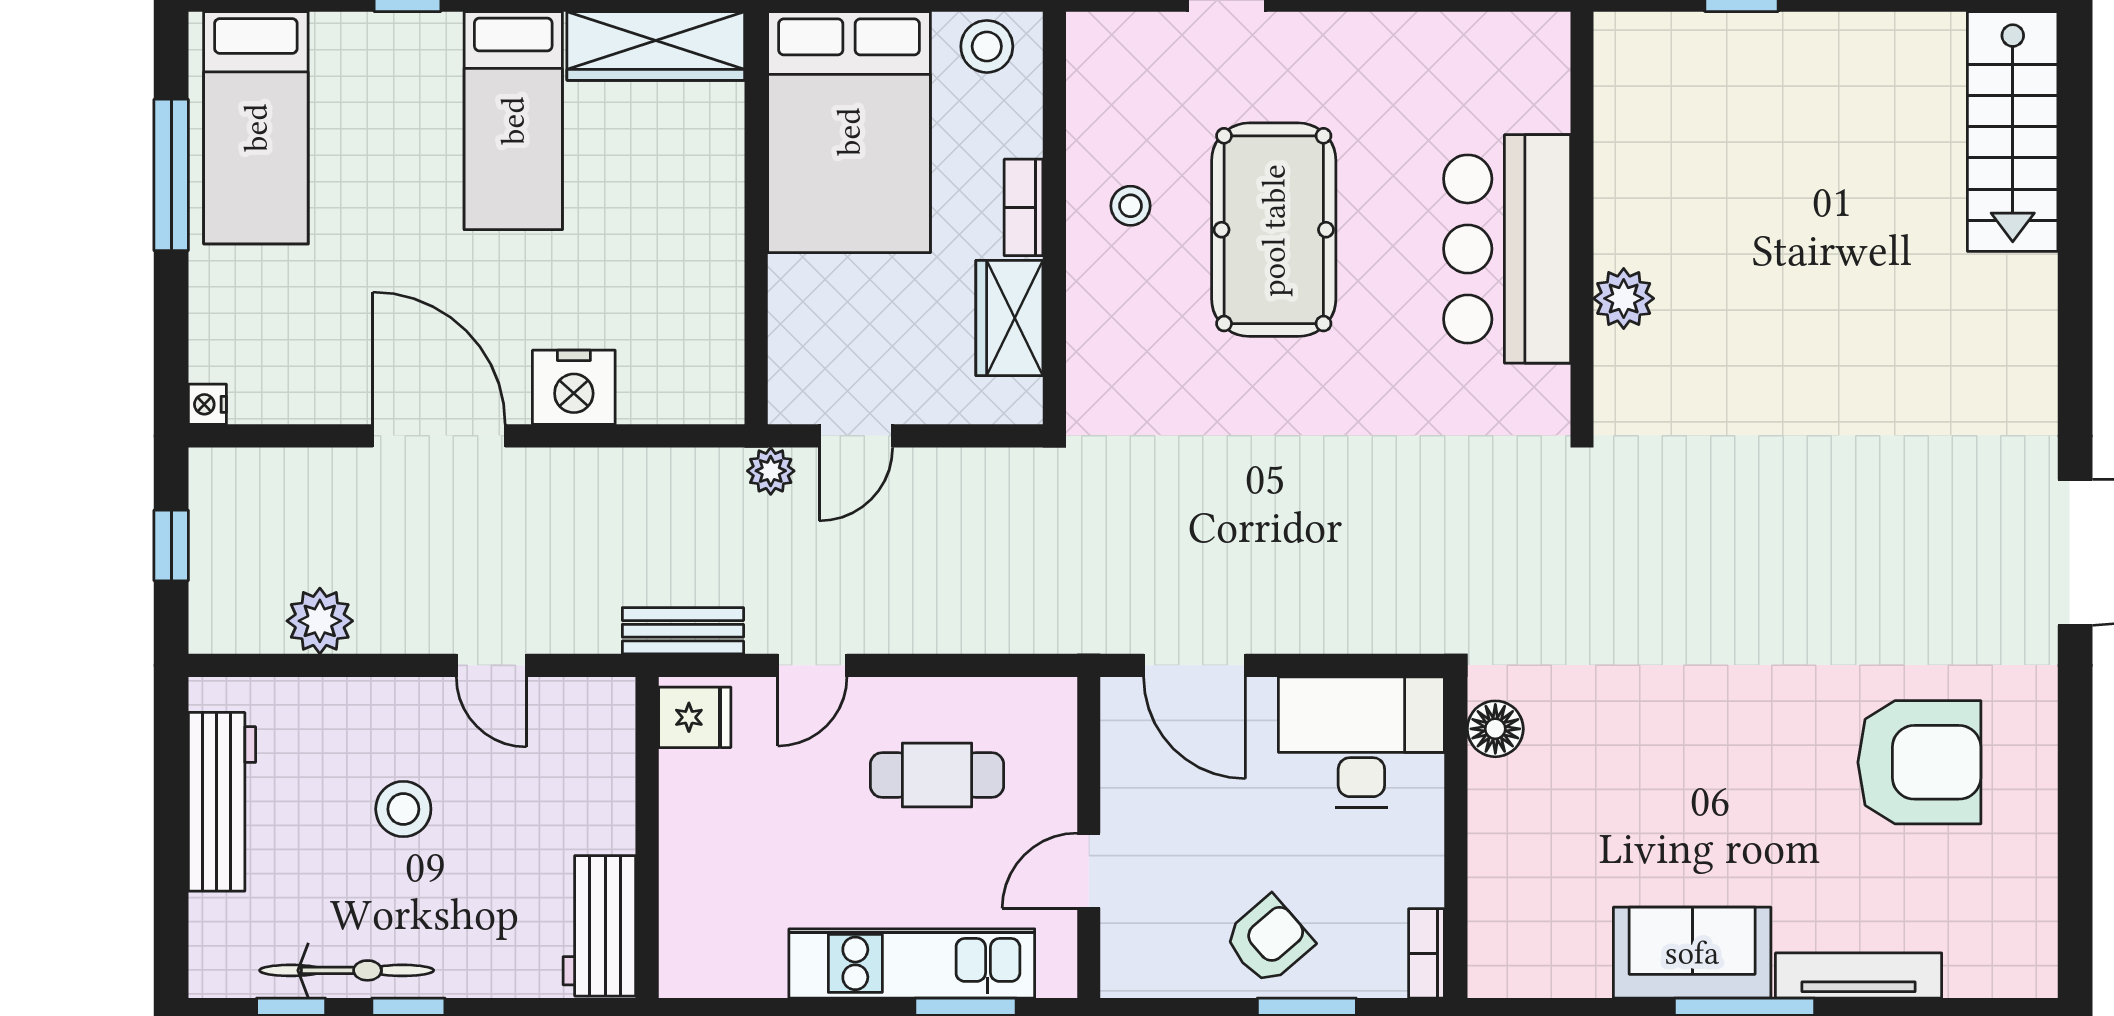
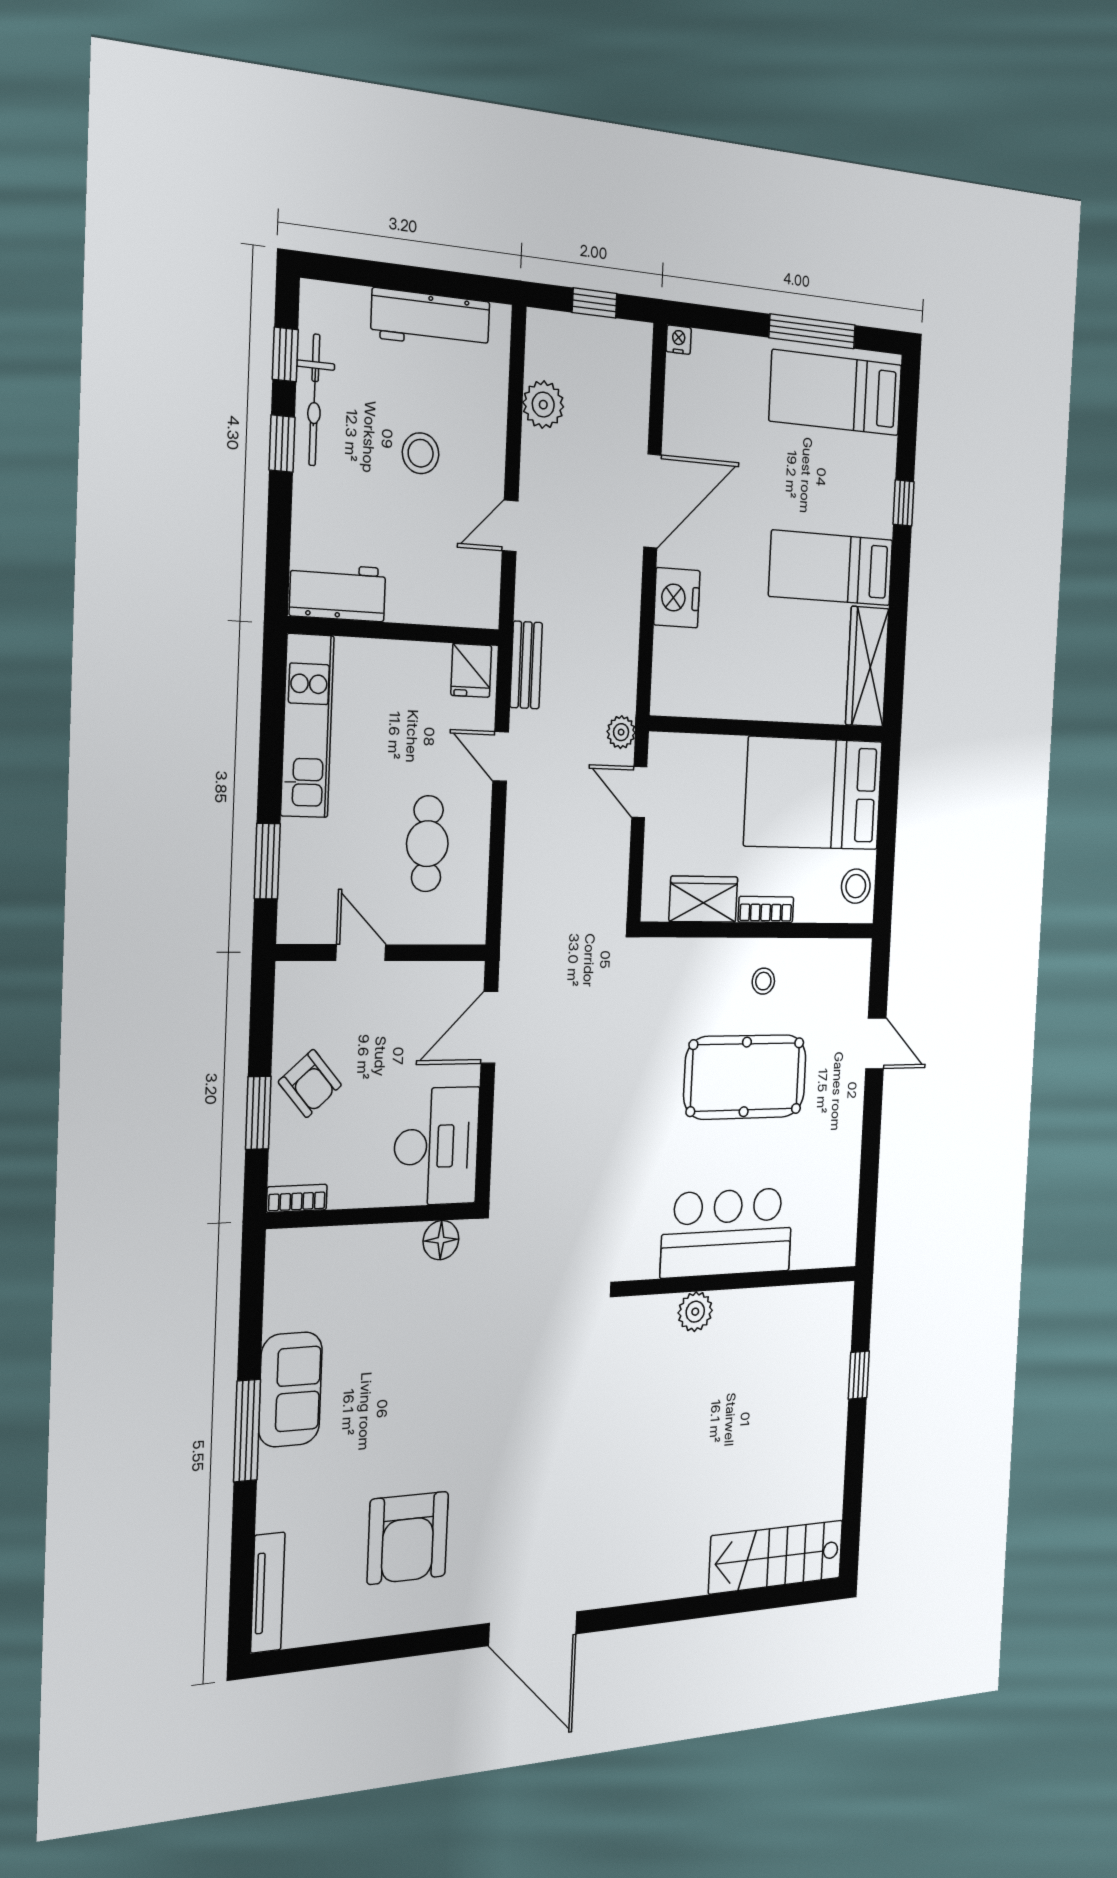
kitchen unit: (912, 963) -> (307, 726), moved
tv unit: (1859, 975) -> (268, 1593), moved

